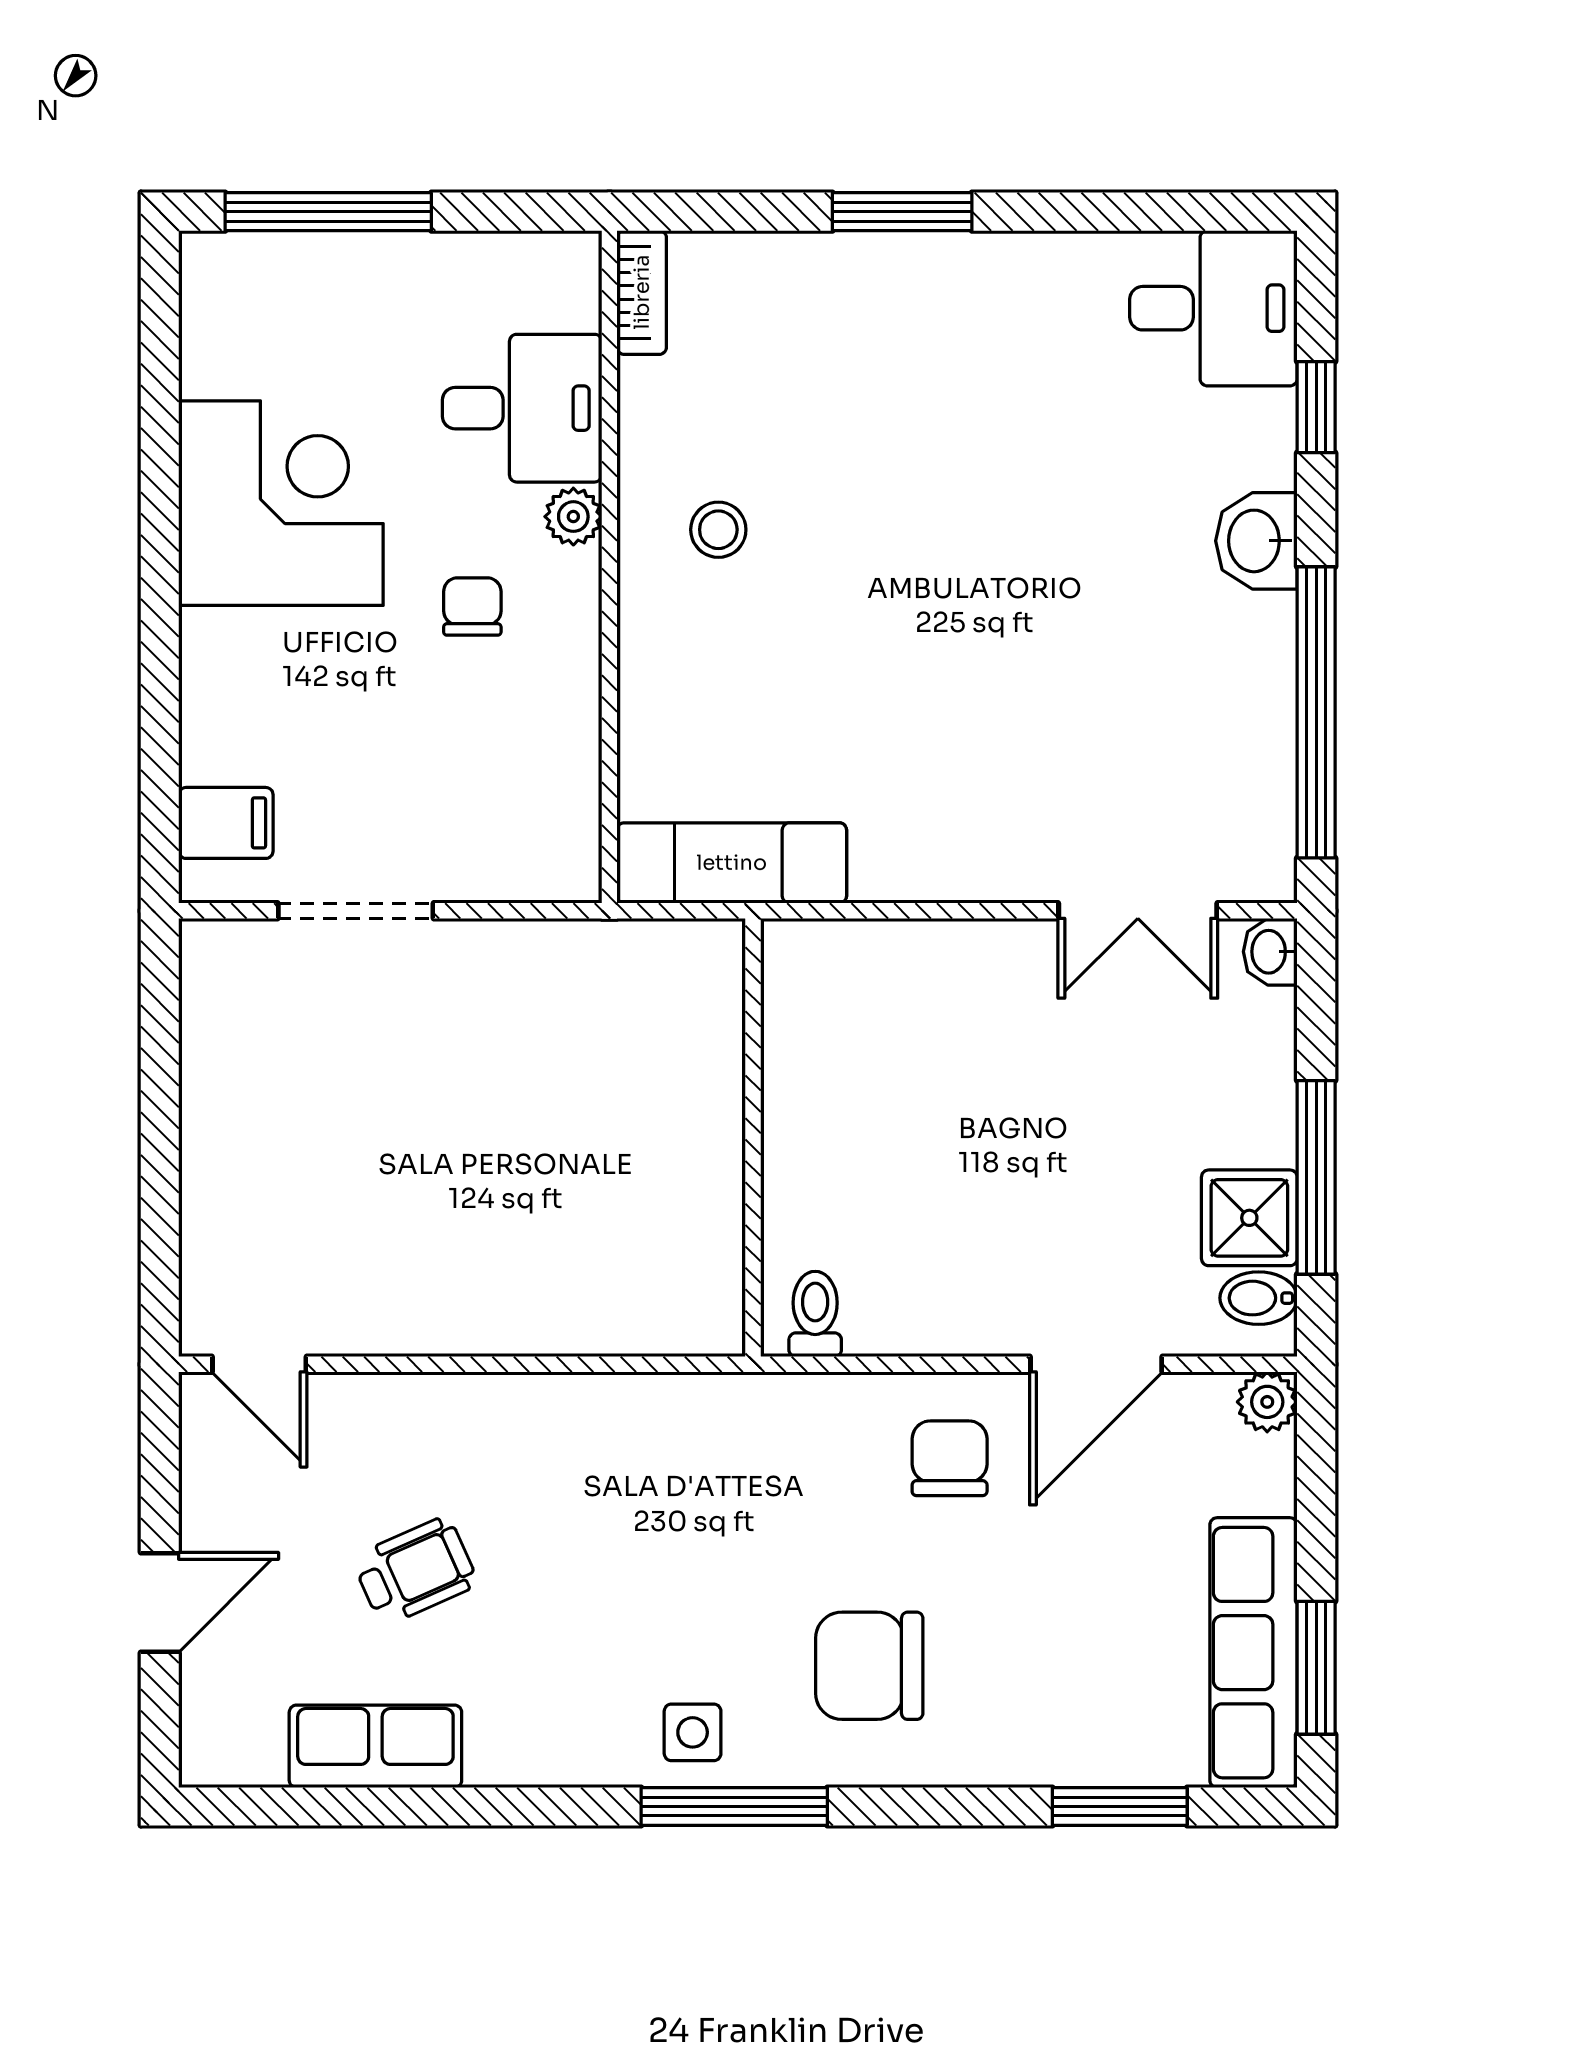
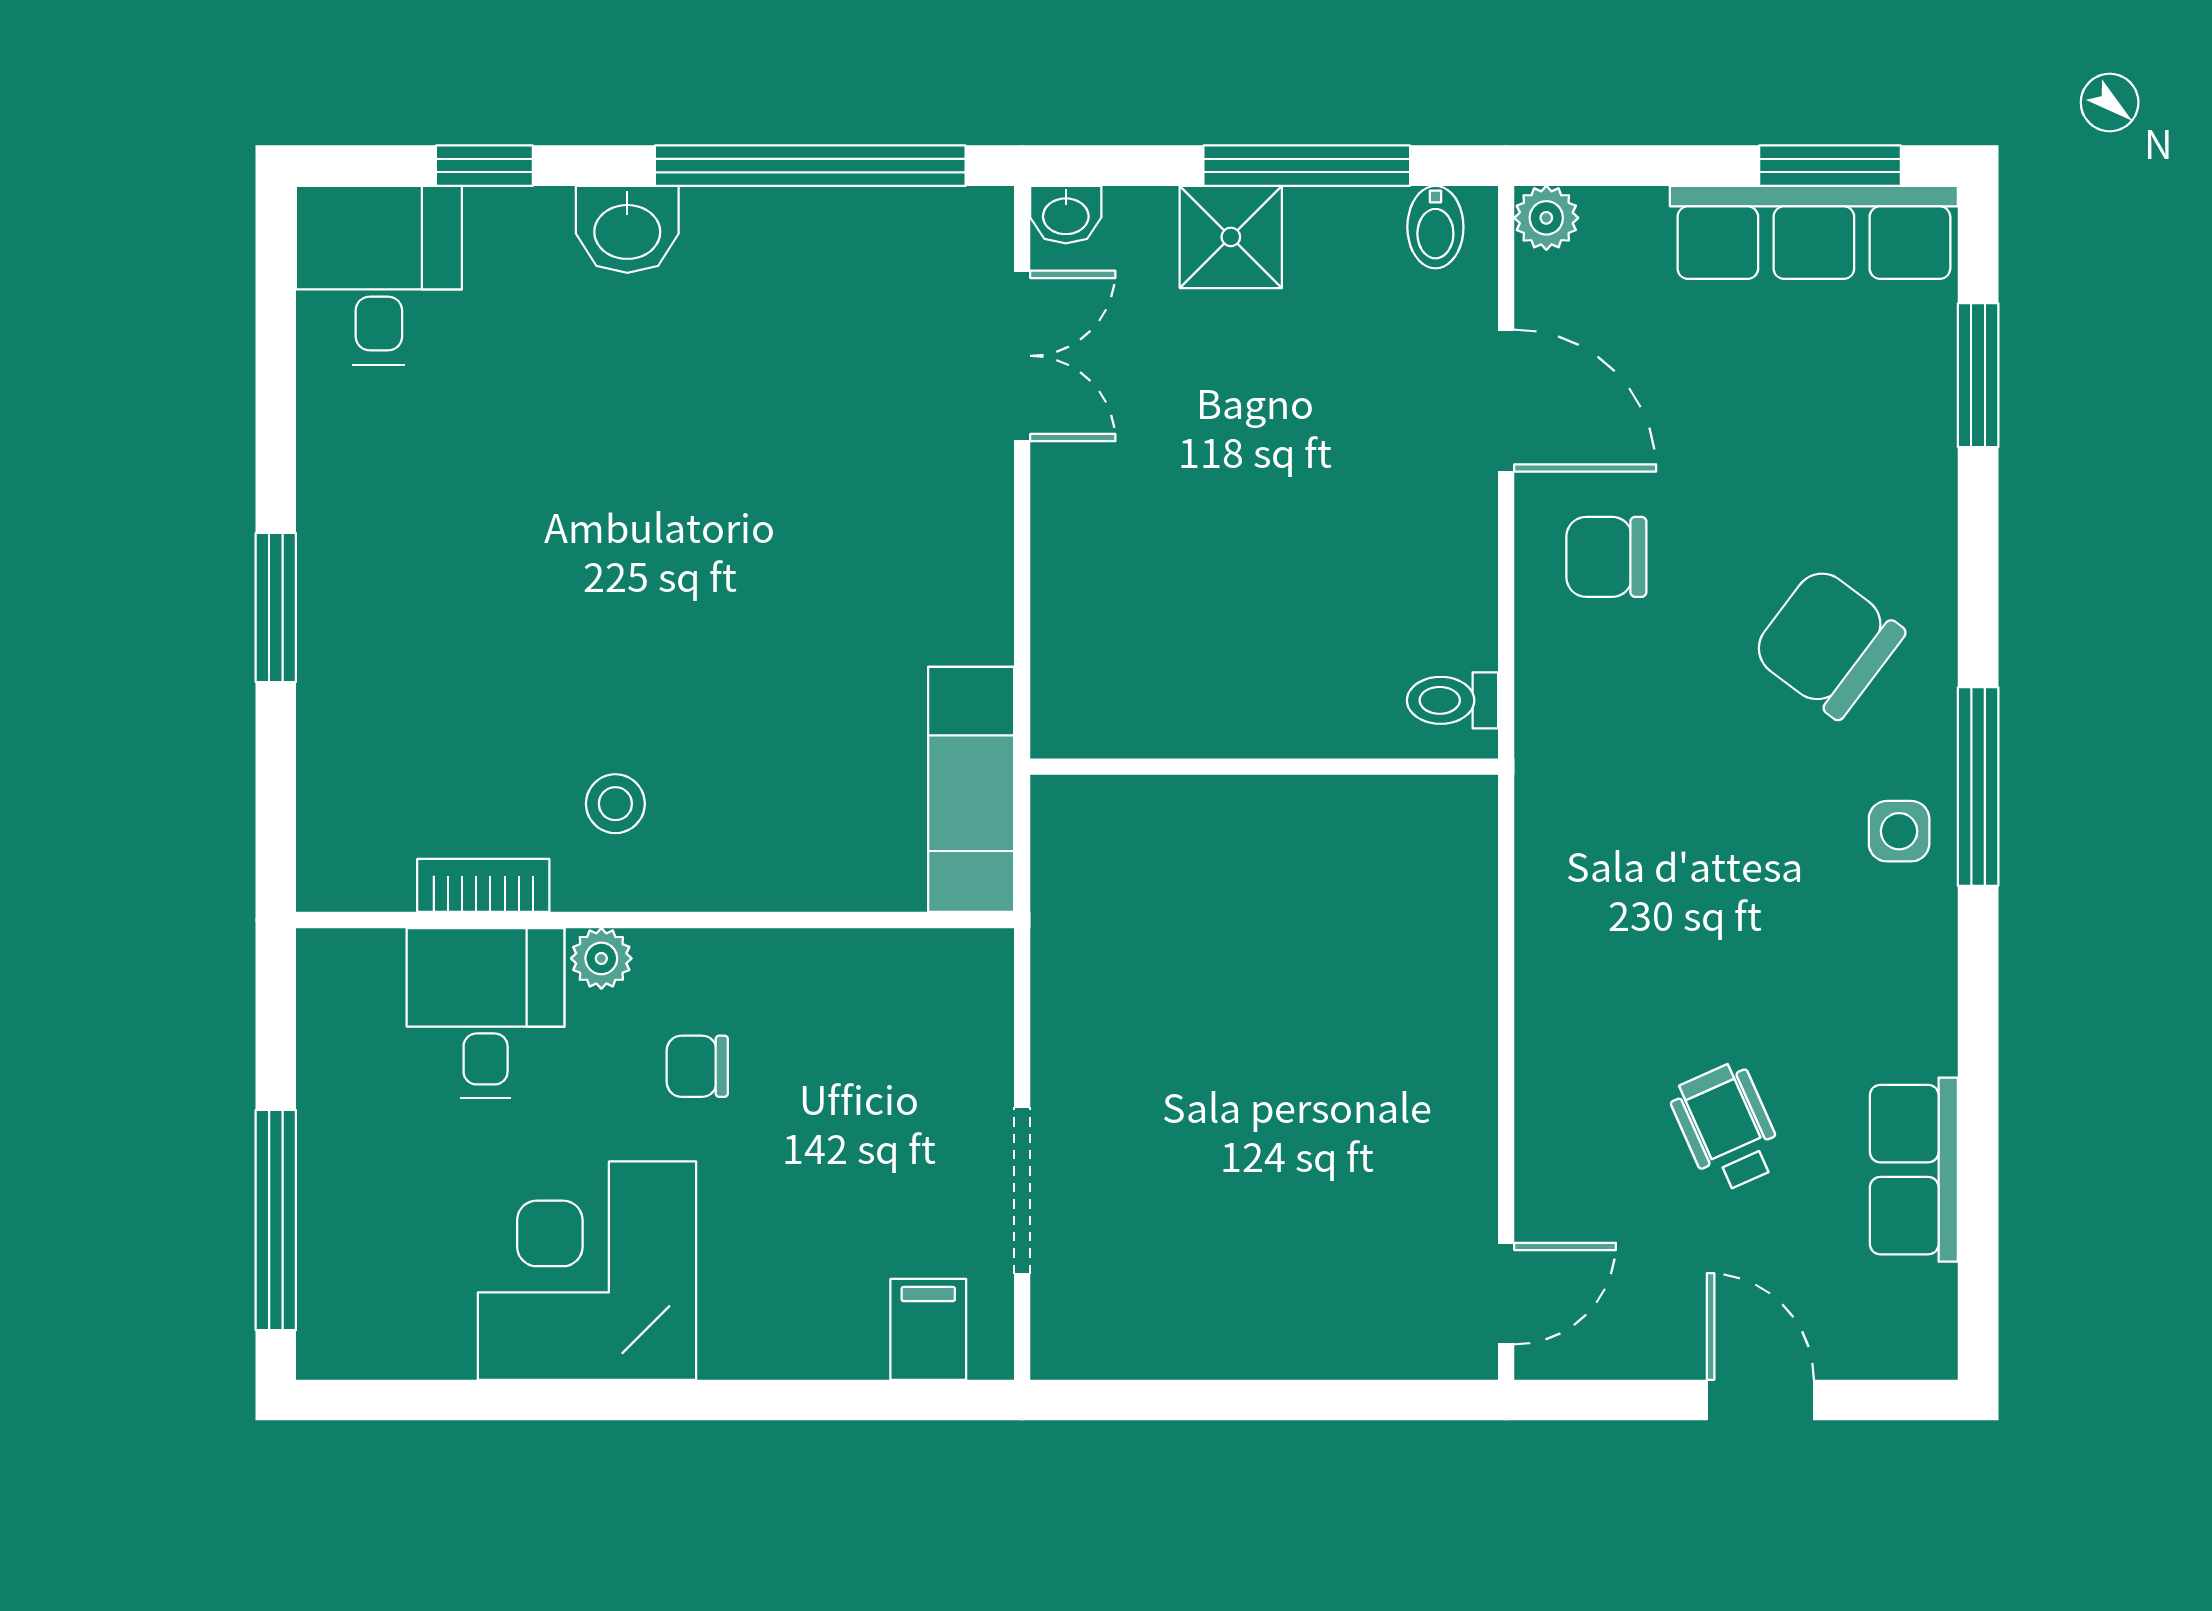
bookcase: (642, 292) -> (483, 885), moved
shower: (1249, 1218) -> (1231, 237), moved
chair: (869, 1666) -> (1828, 643), turned 127

